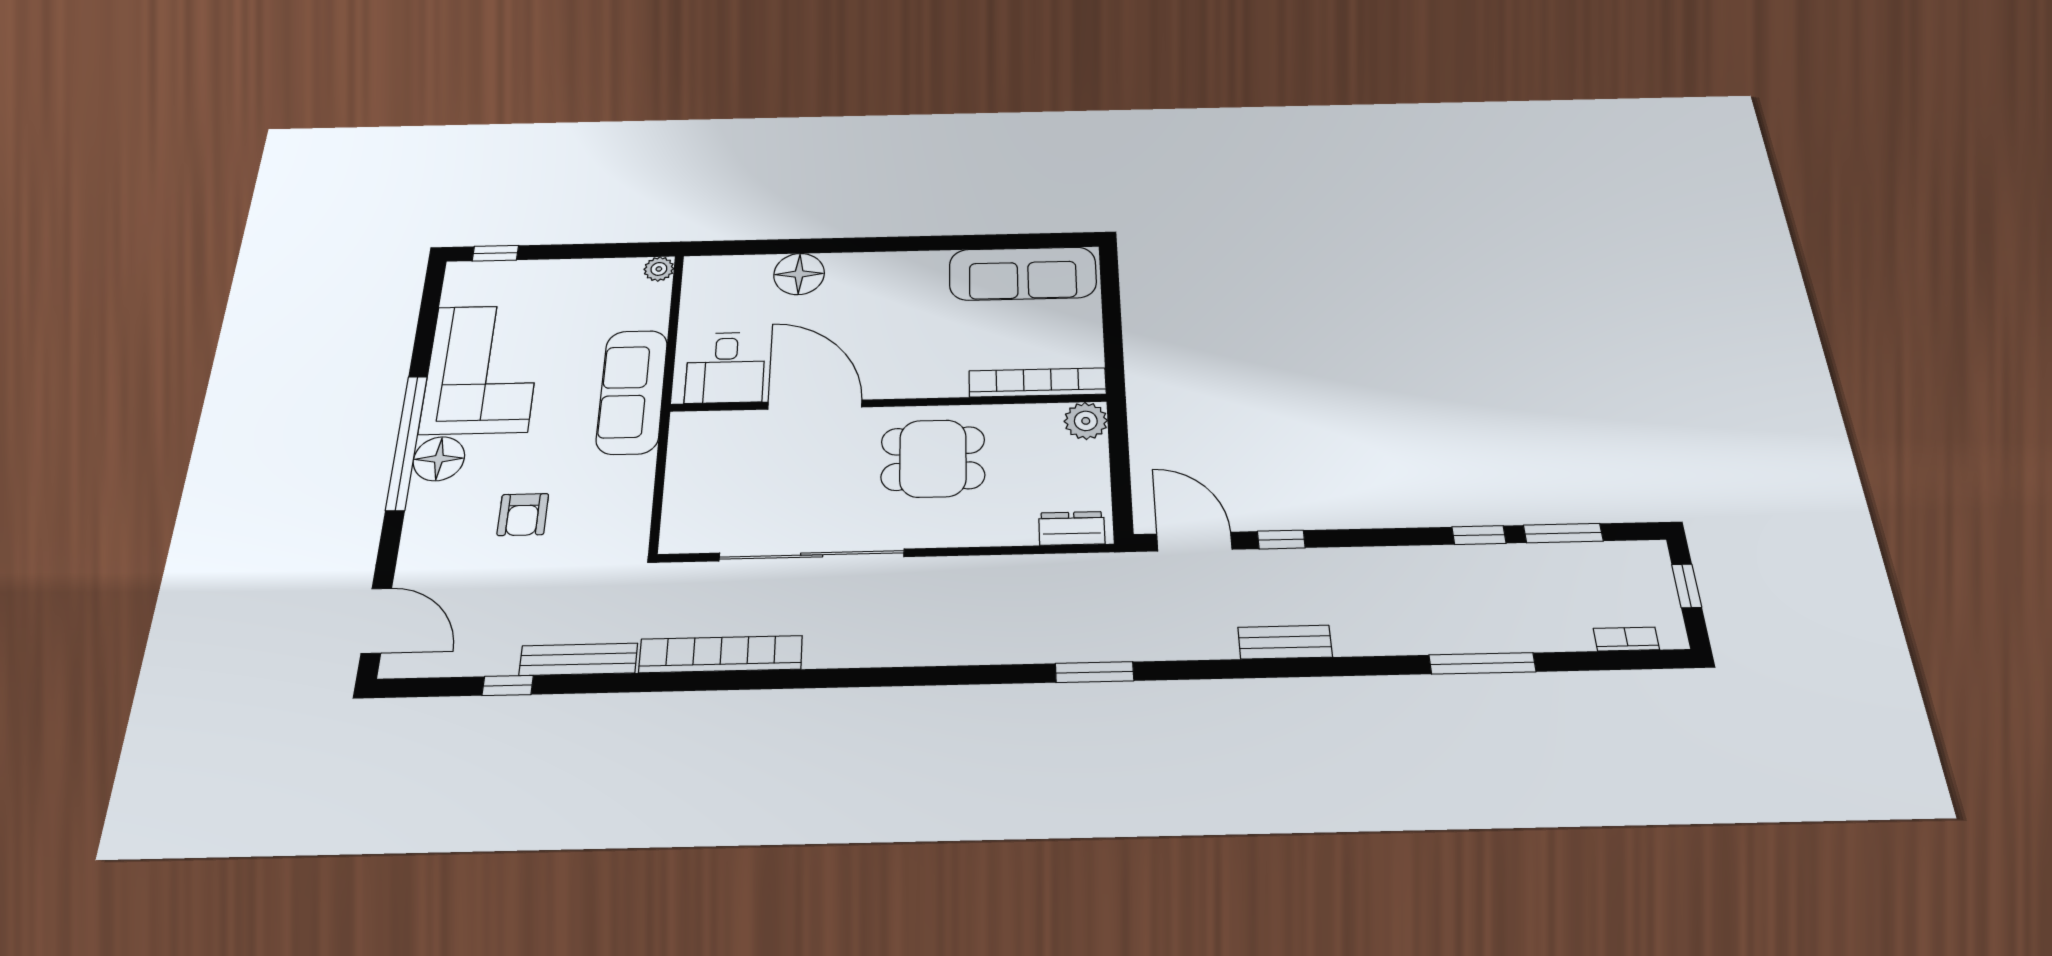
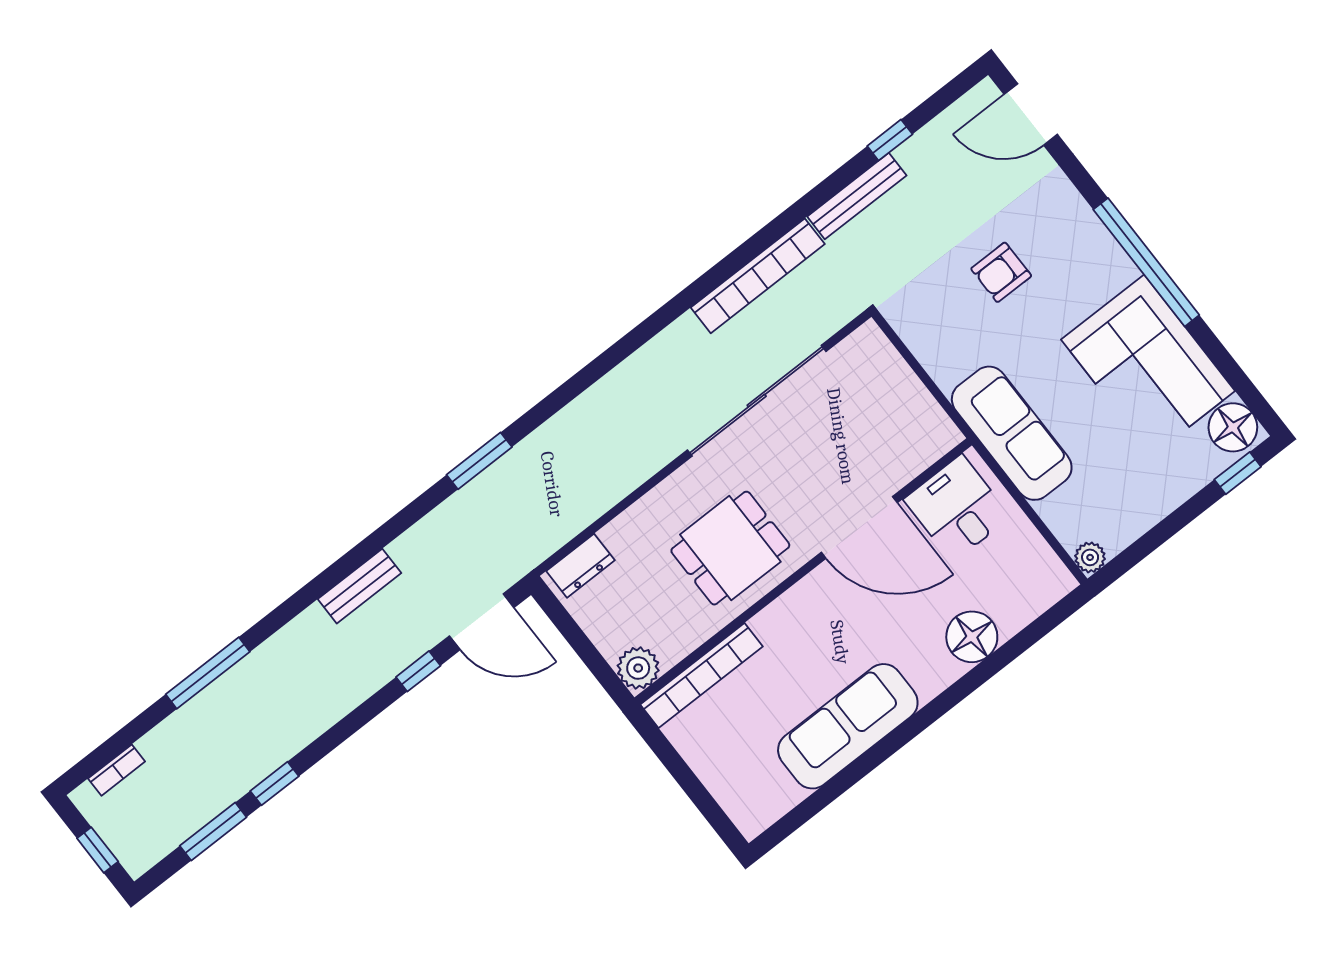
sofa: (1023, 274) -> (848, 726), moved
floor lamp: (439, 459) -> (1233, 427), moved
armchair: (523, 515) -> (1001, 272), turned -90

